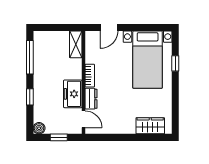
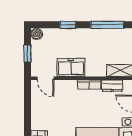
dresser: (91, 99) -> (112, 86), moved
door: (83, 119) -> (46, 78), hinge flipped

